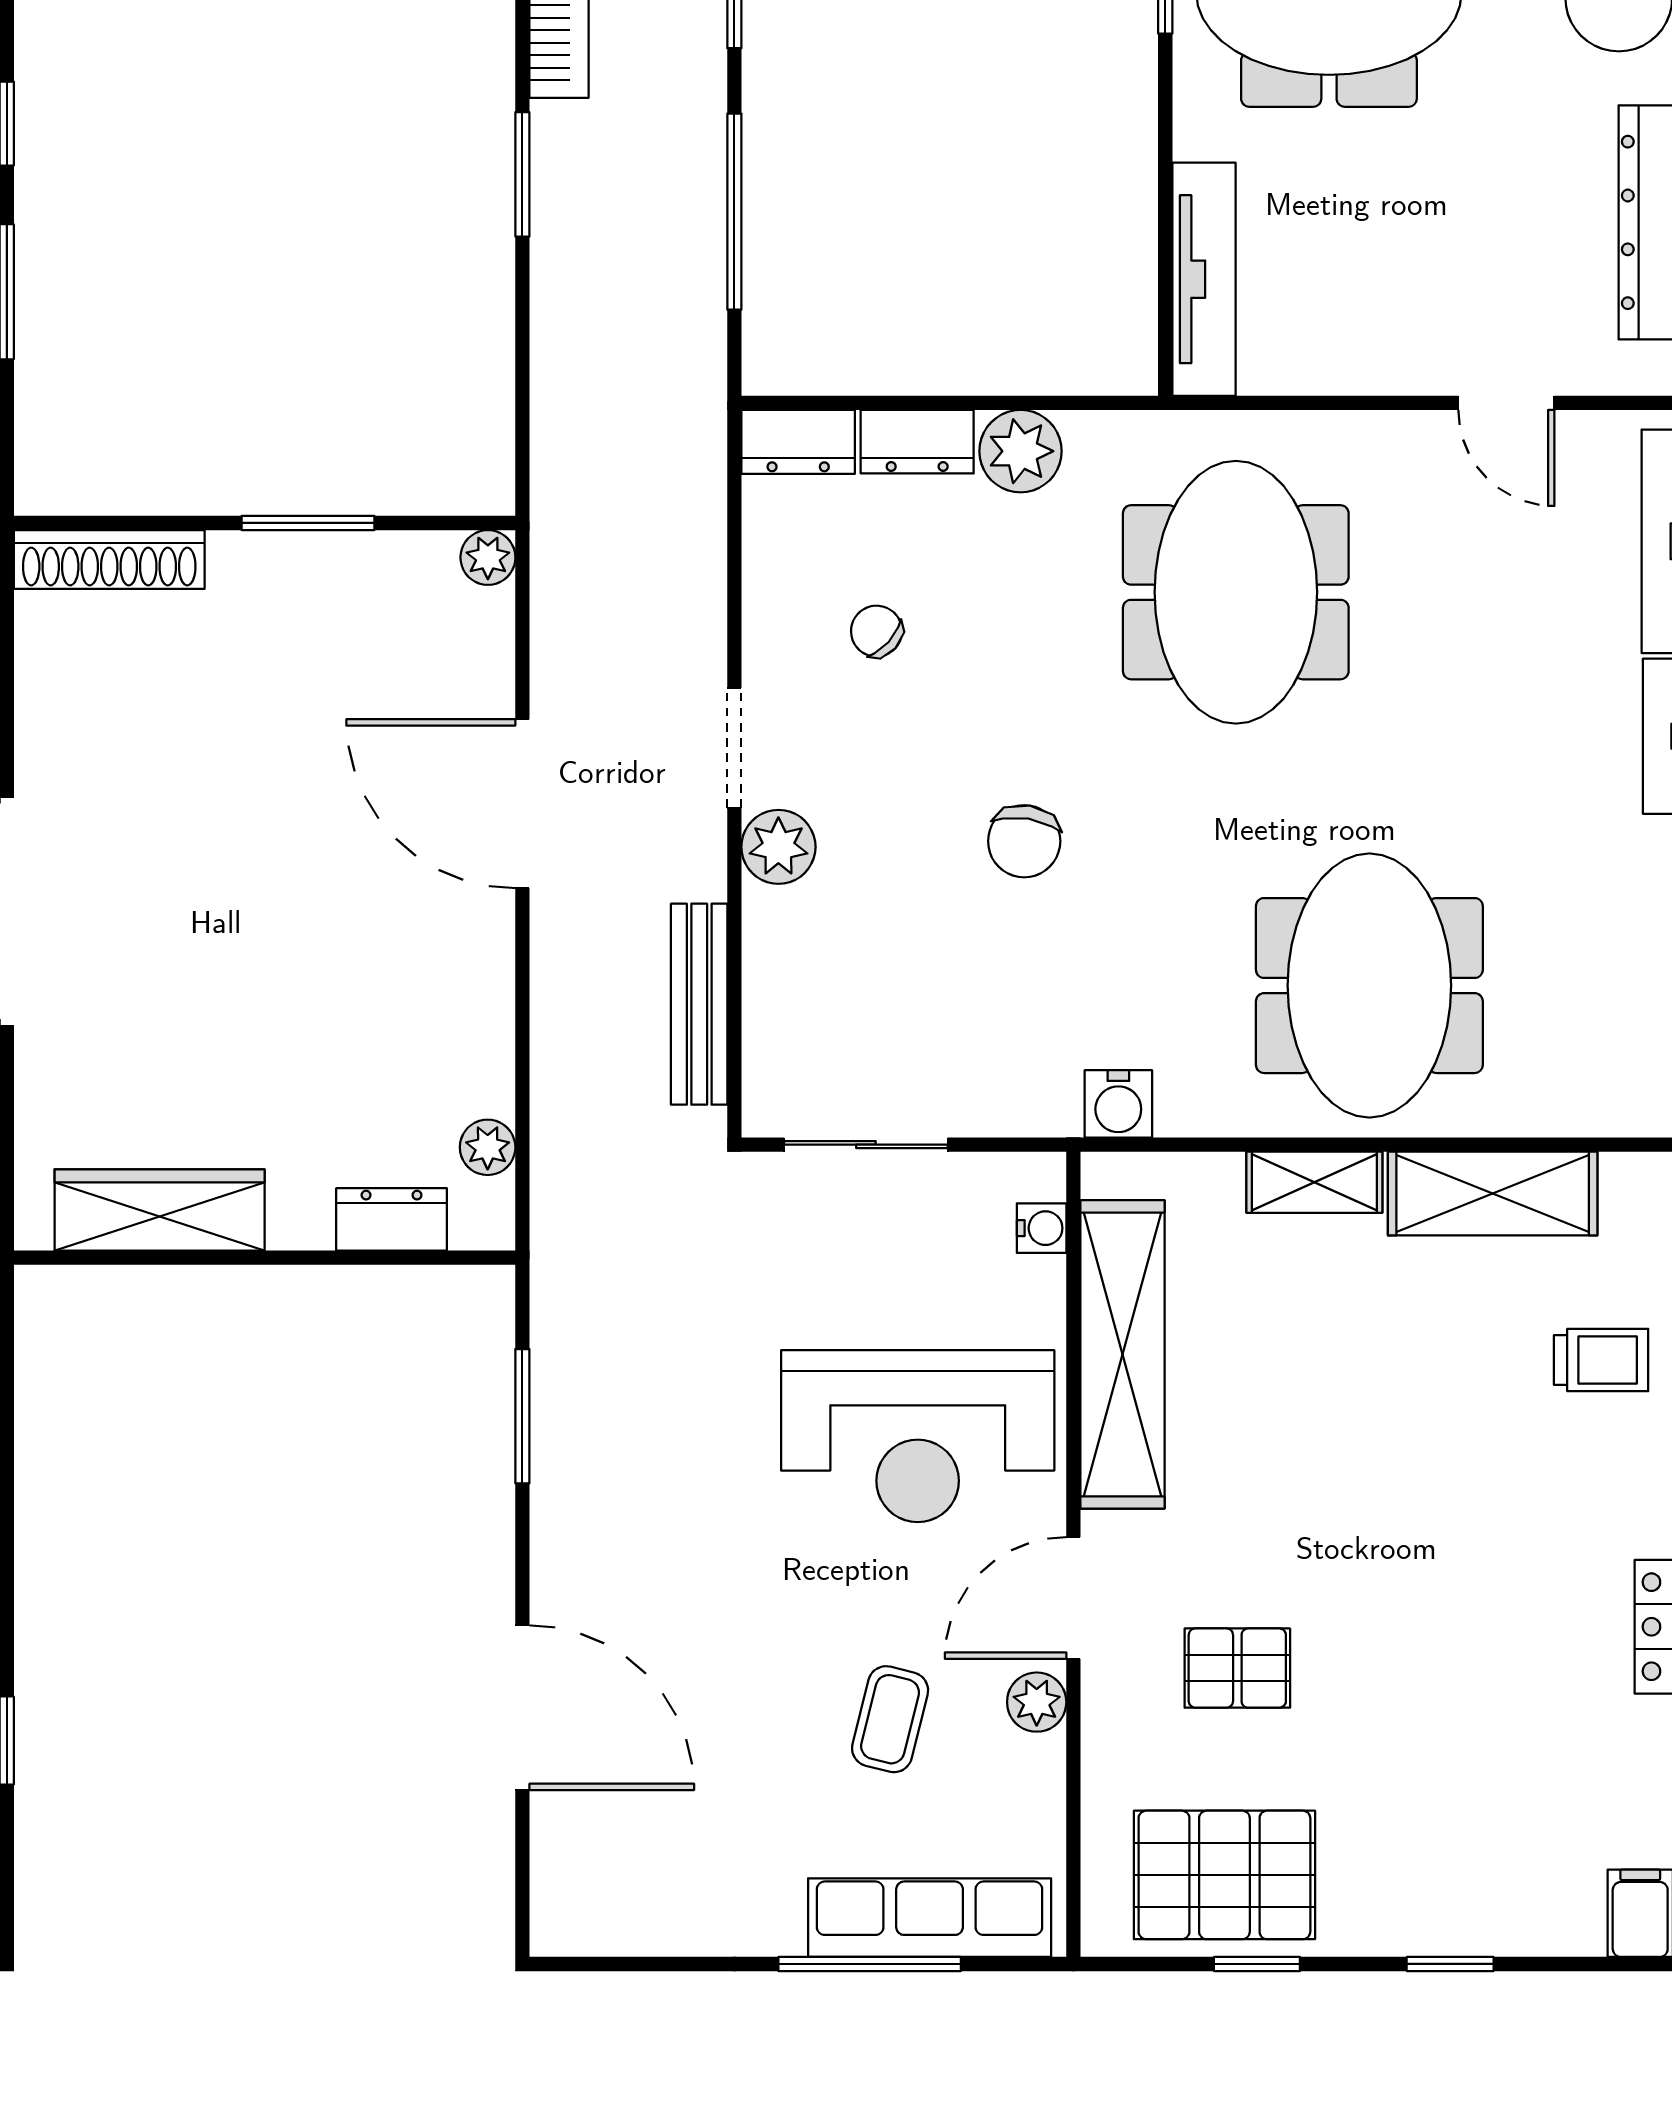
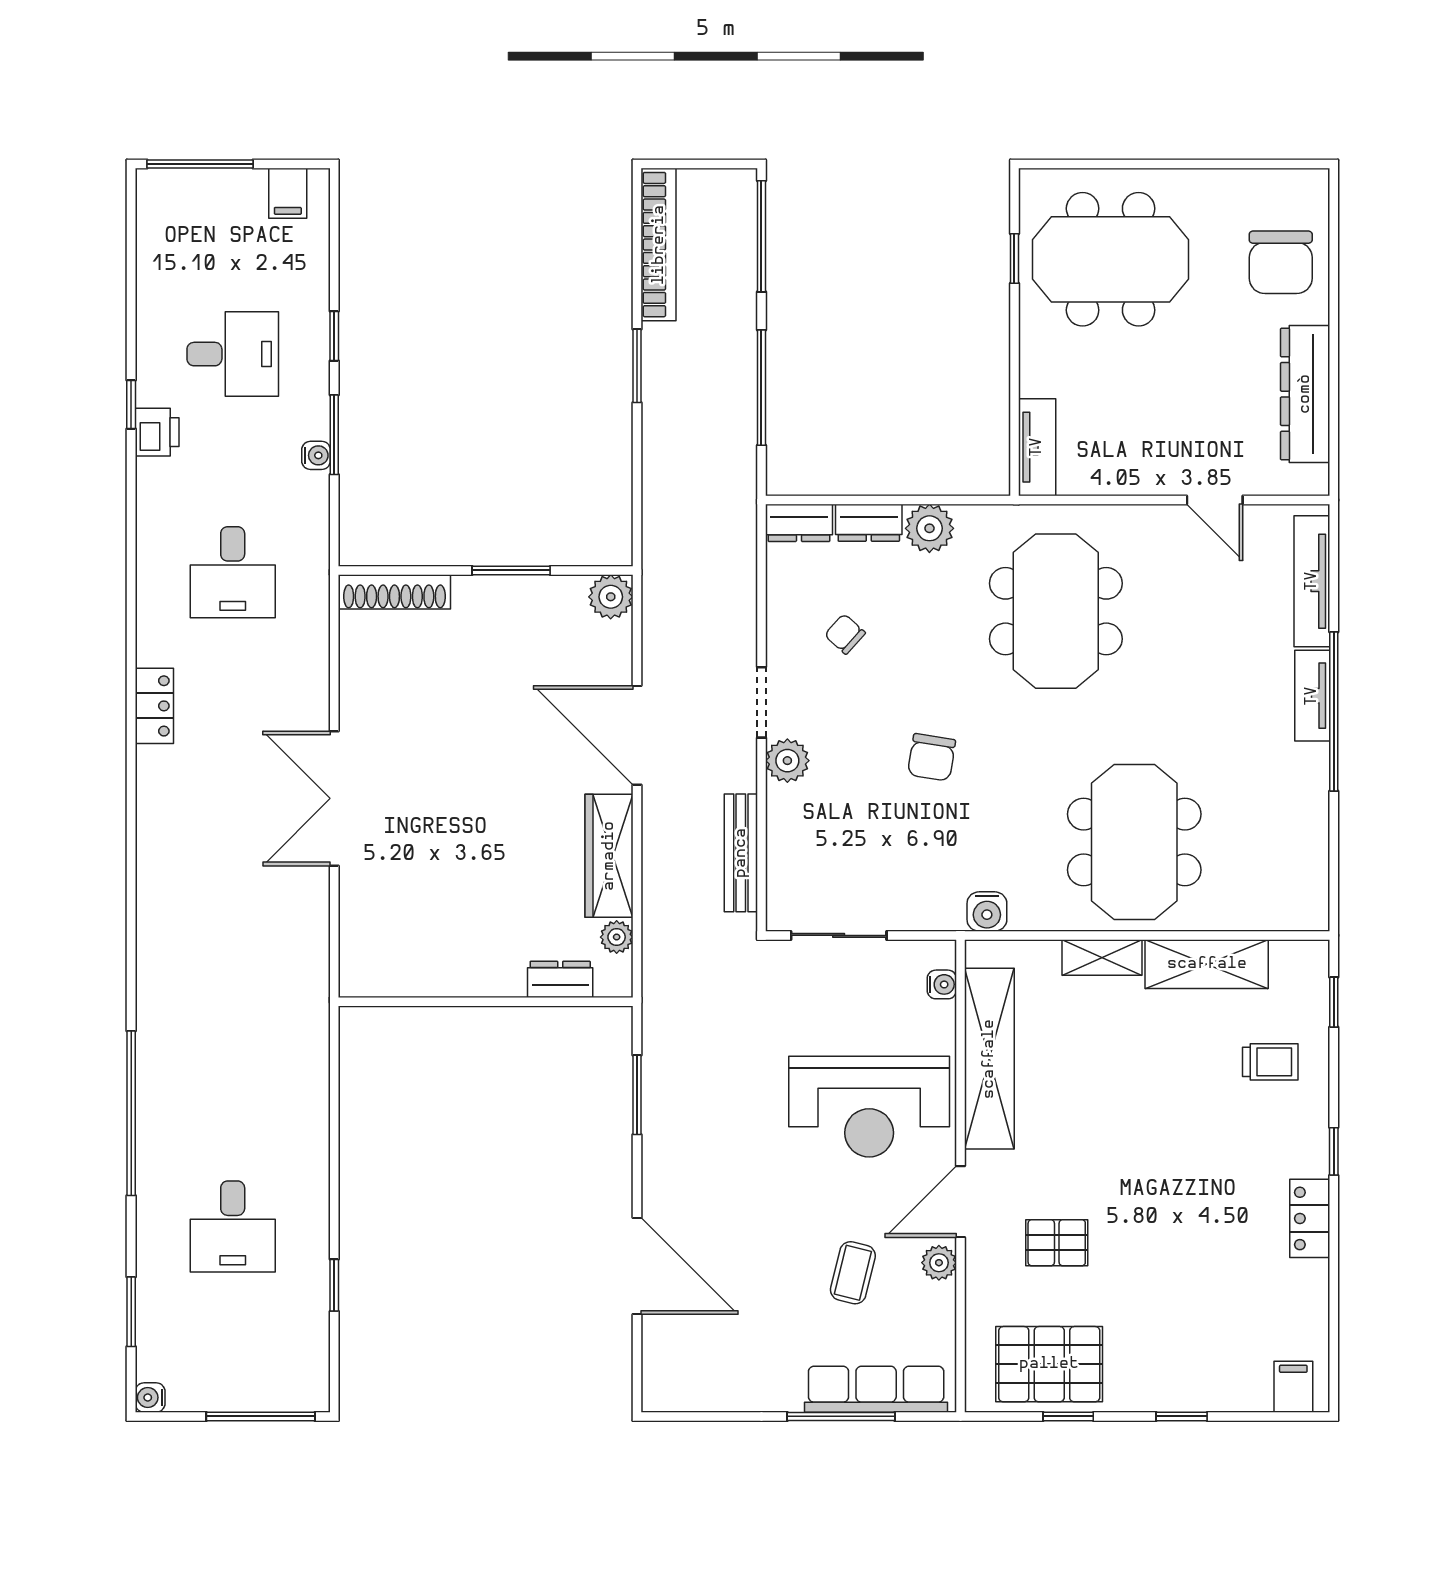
tv unit: (1204, 279) -> (1037, 447), width x0.71
plant: (488, 557) -> (611, 597), width x1.38, depth x1.38
wardrobe: (160, 1210) -> (609, 856), moved, turned -90

